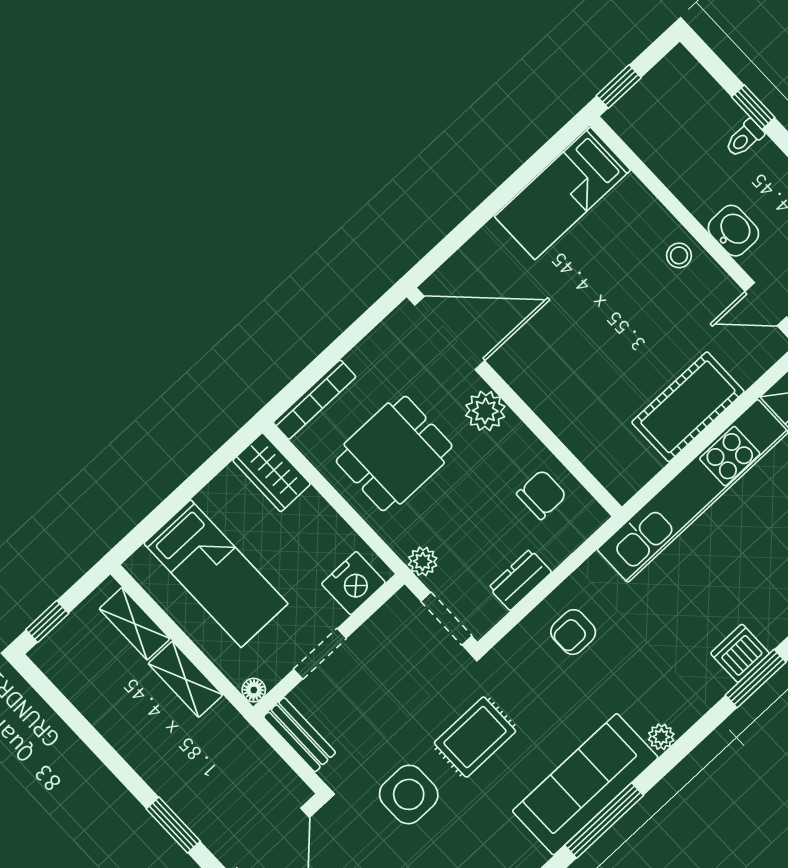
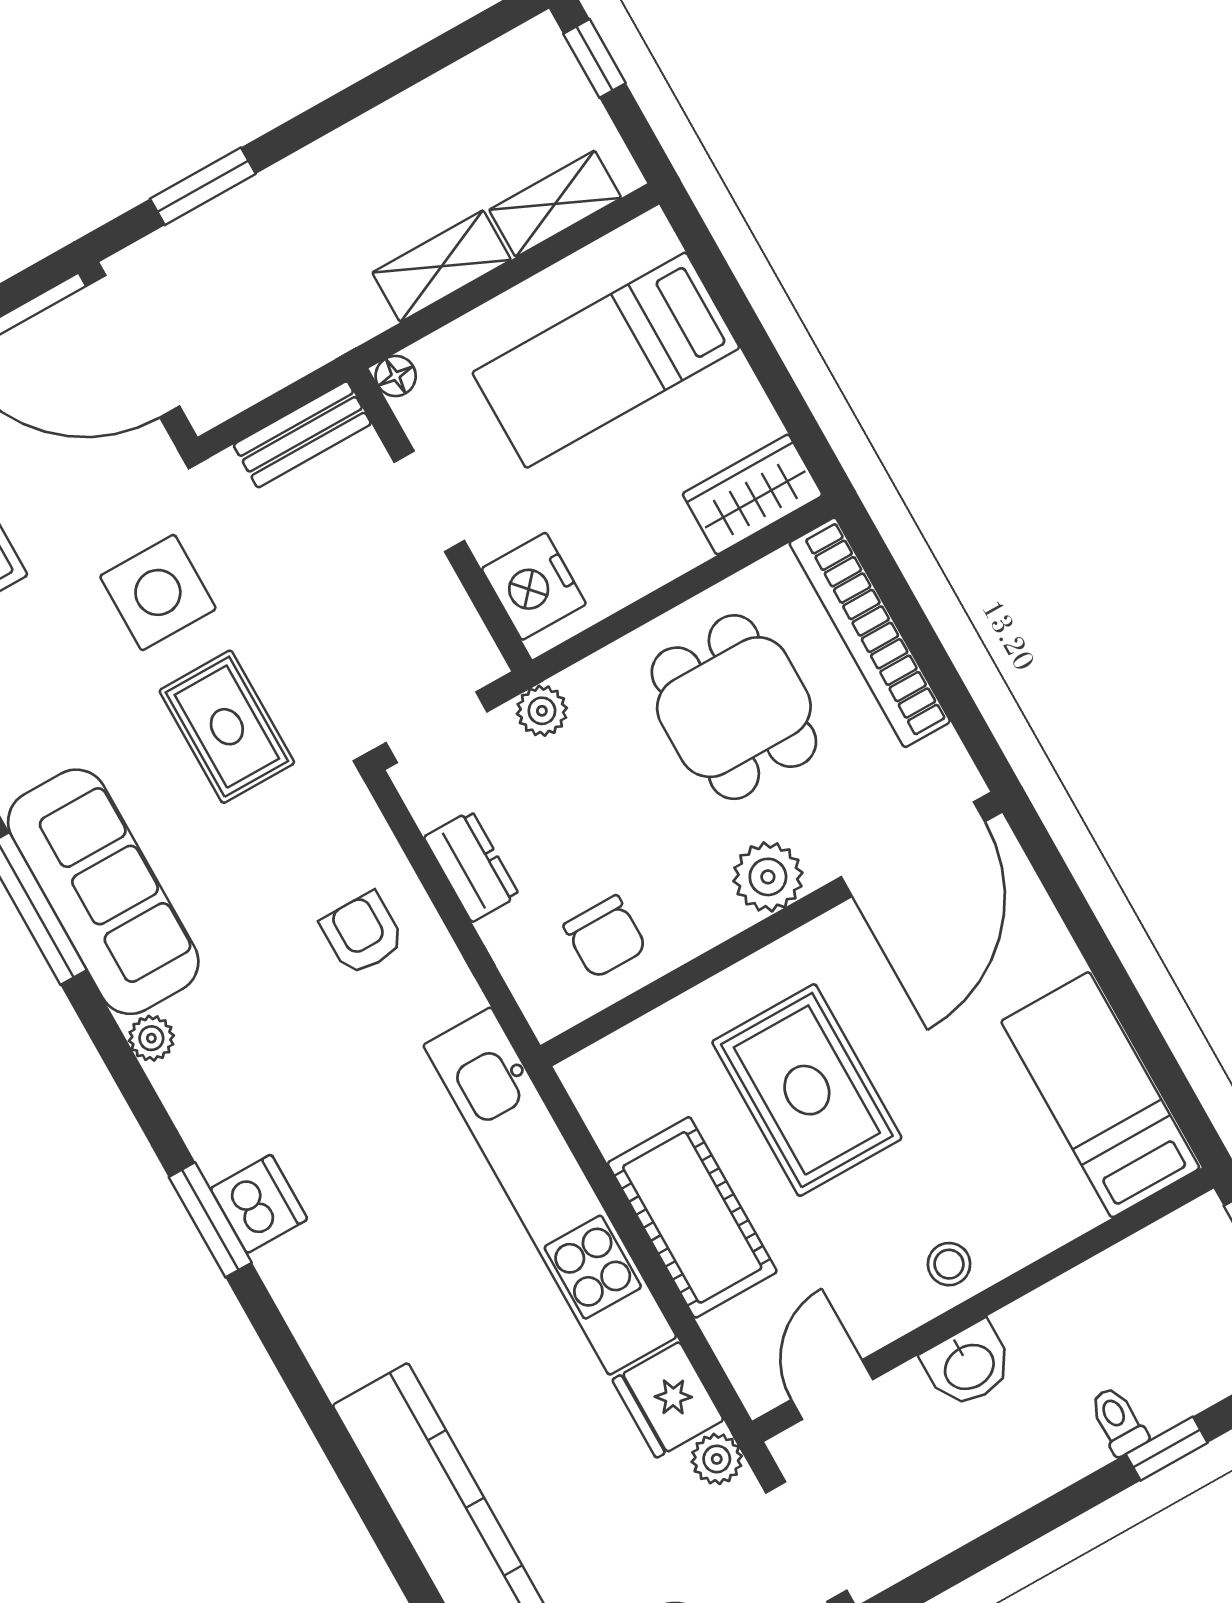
rug: (600, 360) -> (807, 1090), added
bookcase: (314, 400) -> (870, 632), width x1.48, depth x1.31

